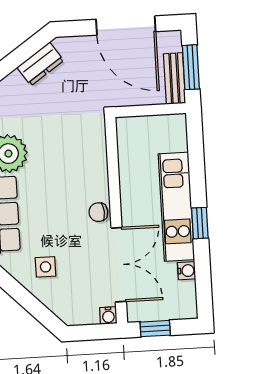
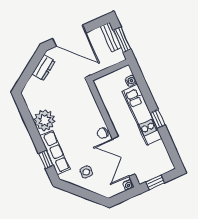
door: (126, 25) -> (69, 36), moved
bench: (174, 78) -> (111, 37), moved
double door: (119, 265) -> (124, 156), swing flipped
water cooler: (187, 271) -> (131, 81), moved

